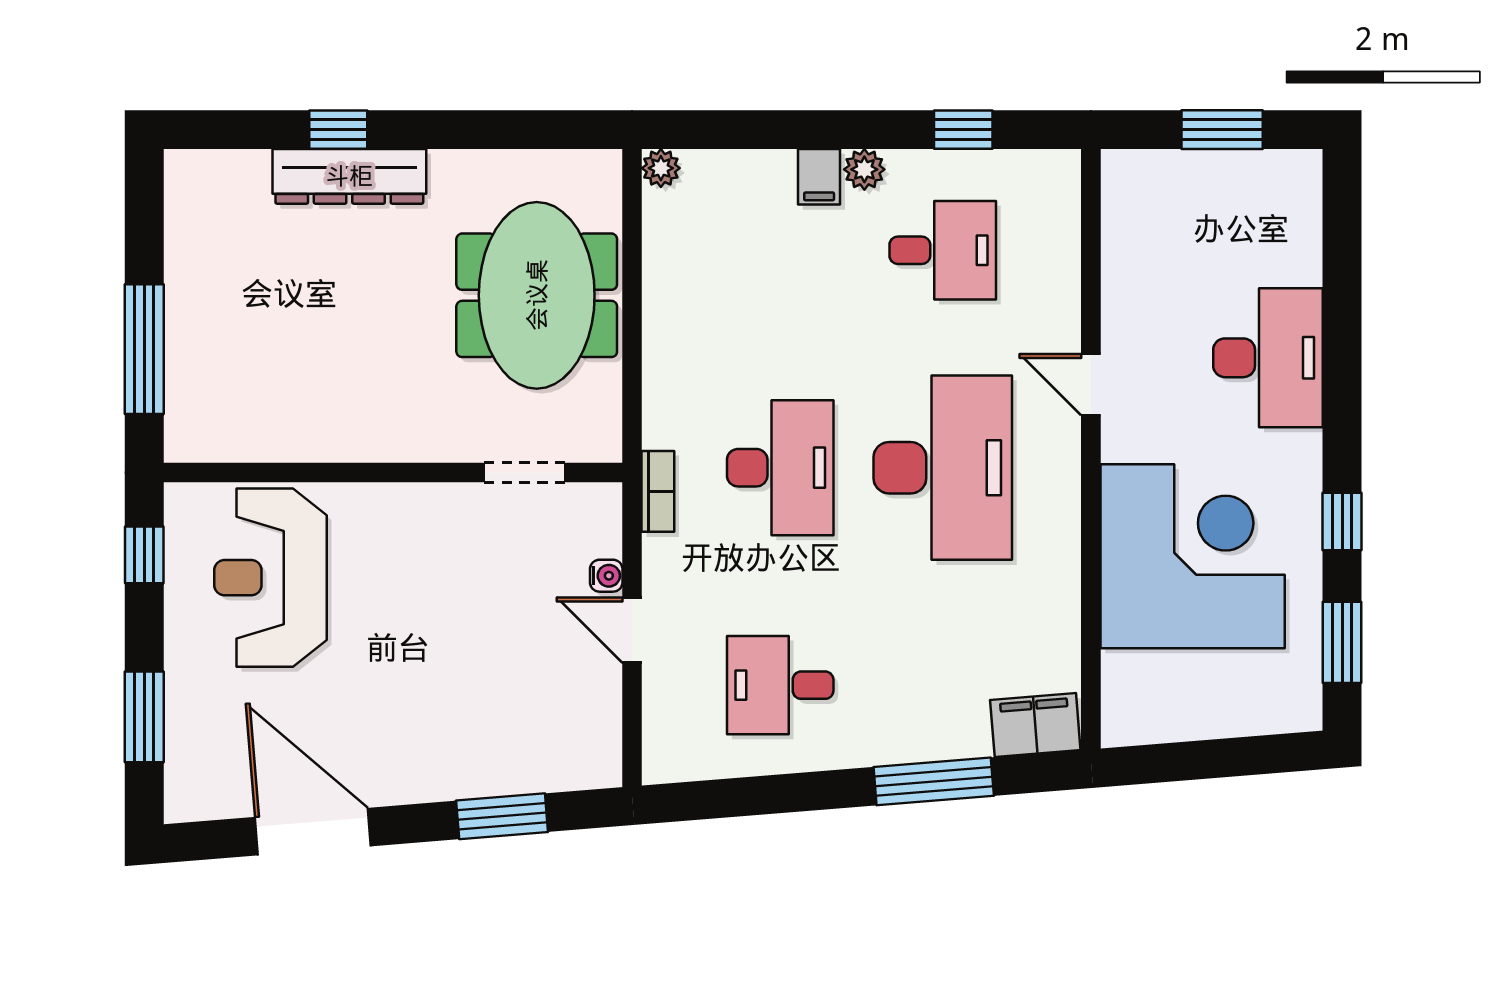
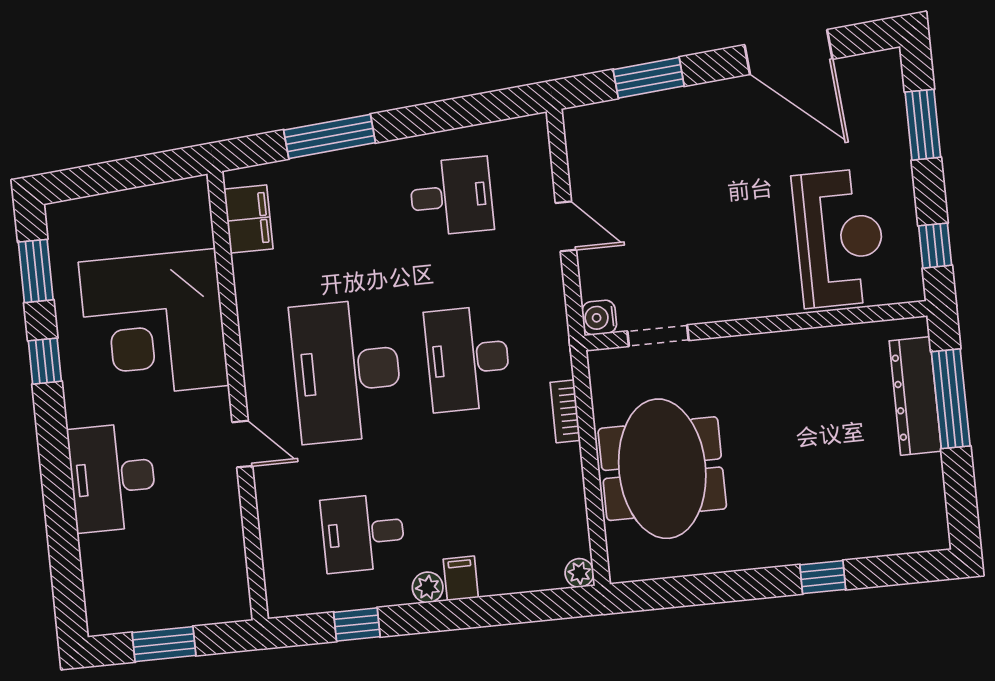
dresser: (349, 176) -> (915, 396), moved, turned -90
bookcase: (658, 491) -> (565, 411), moved
water cooler: (606, 576) -> (599, 318), moved, width x1.38, depth x1.38
filing cabinet: (1035, 725) -> (248, 219), moved, turned -85

